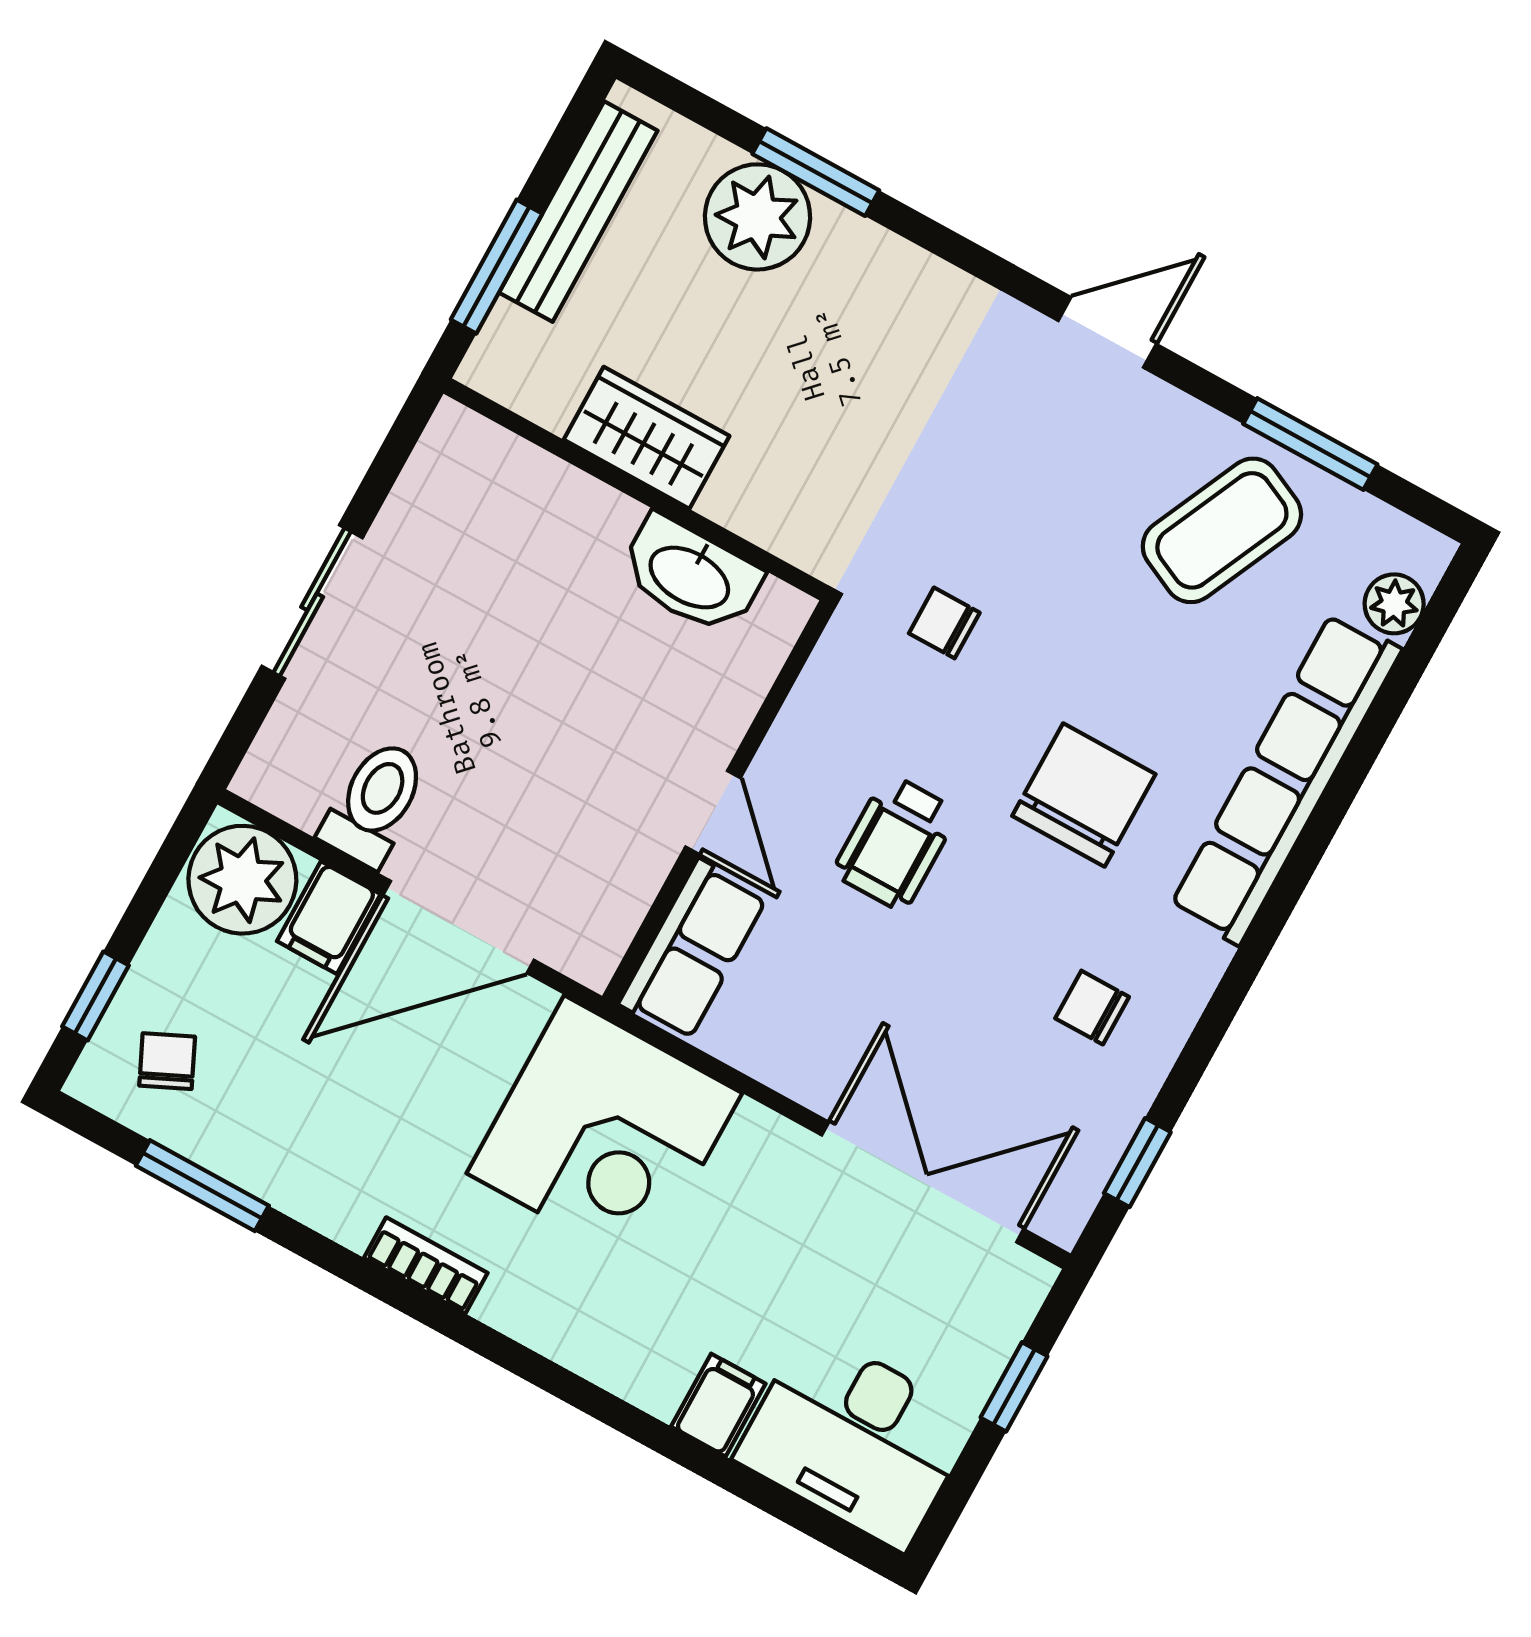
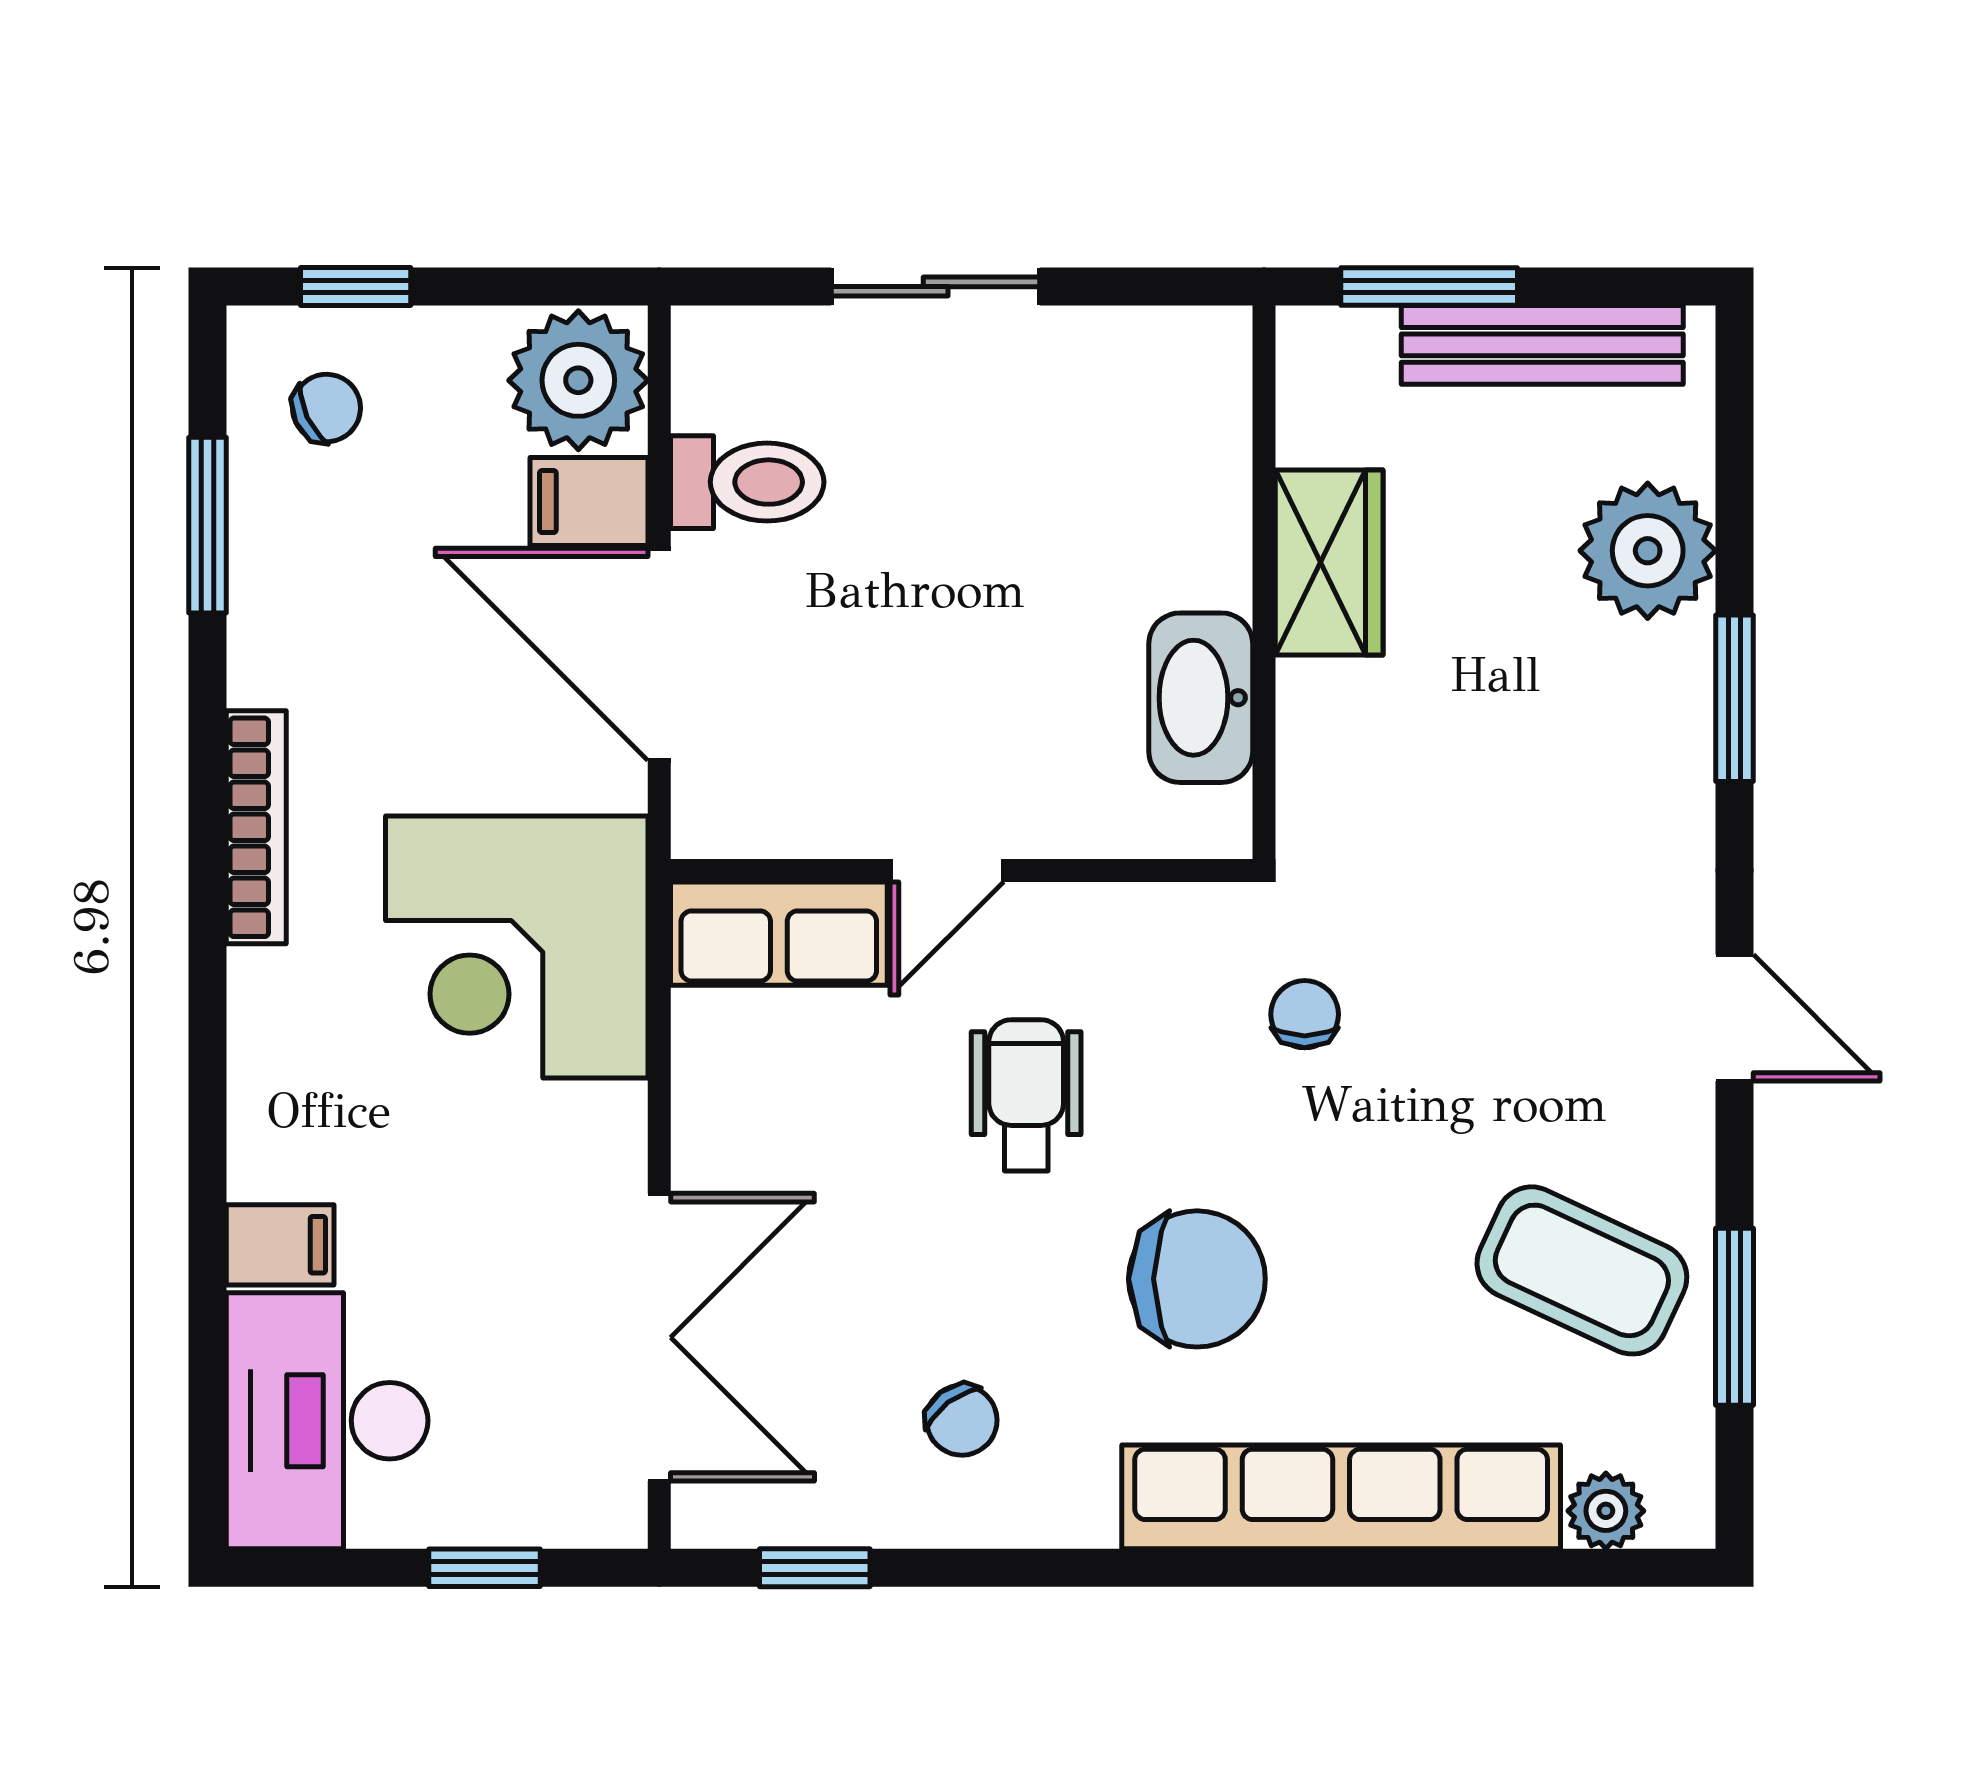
window: (816, 172) -> (1734, 698), moved
wheelchair: (895, 842) -> (1026, 1095), turned 90
chair: (1092, 1008) -> (962, 1420), turned 143
bookcase: (426, 1265) -> (256, 827), width x1.56

